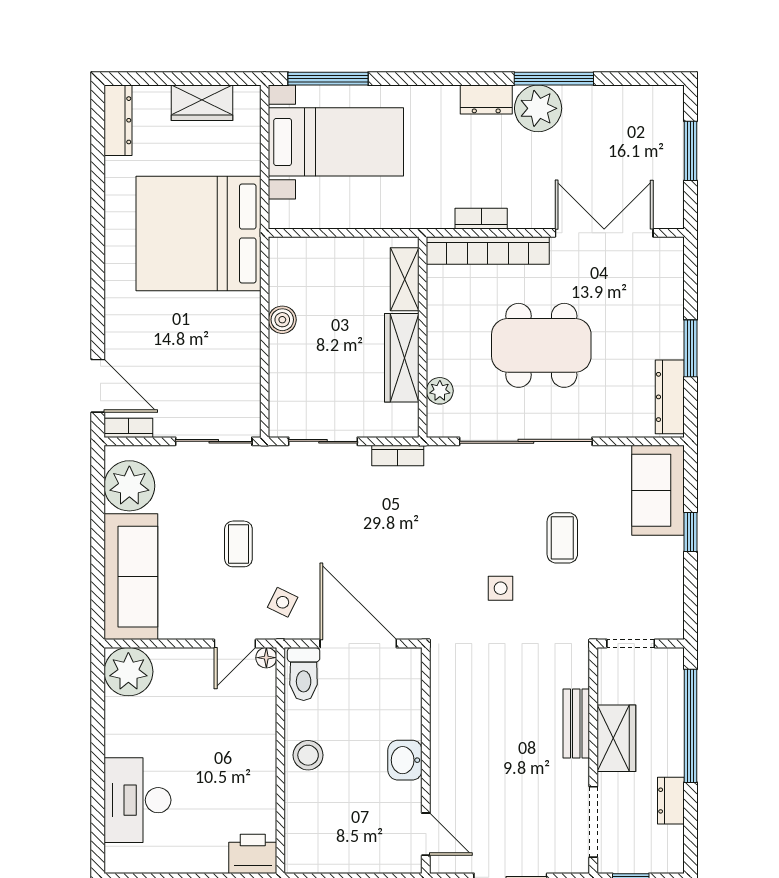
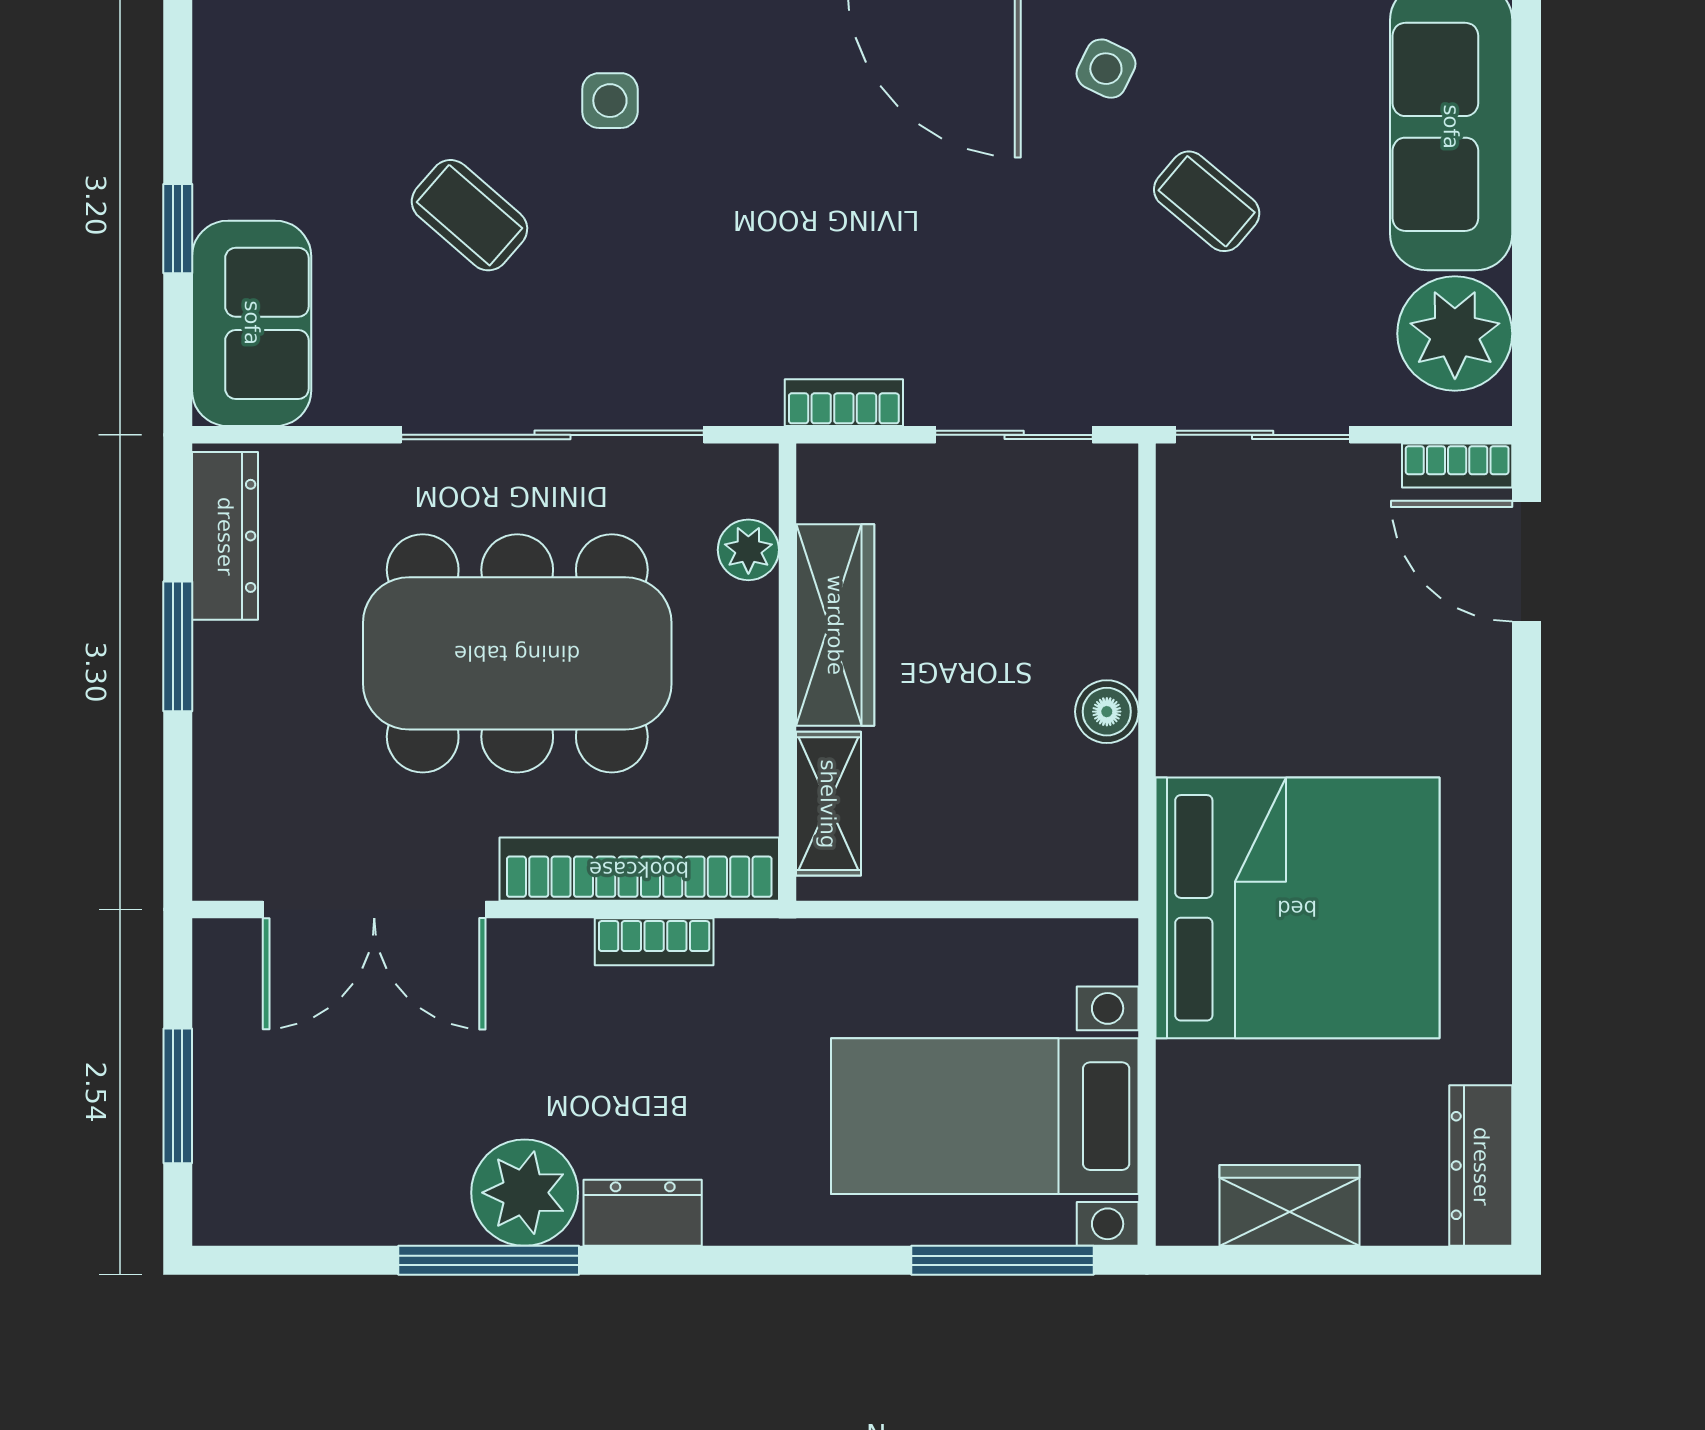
dining table: (541, 345) -> (517, 653), width x1.36, depth x1.24
coffee table: (562, 538) -> (469, 215), turned -49
coffee table: (238, 544) -> (1207, 201), turned -50

